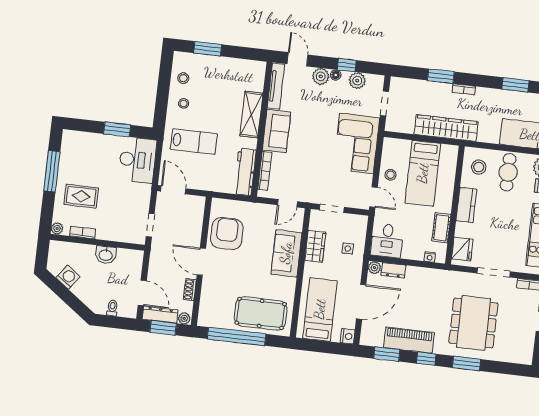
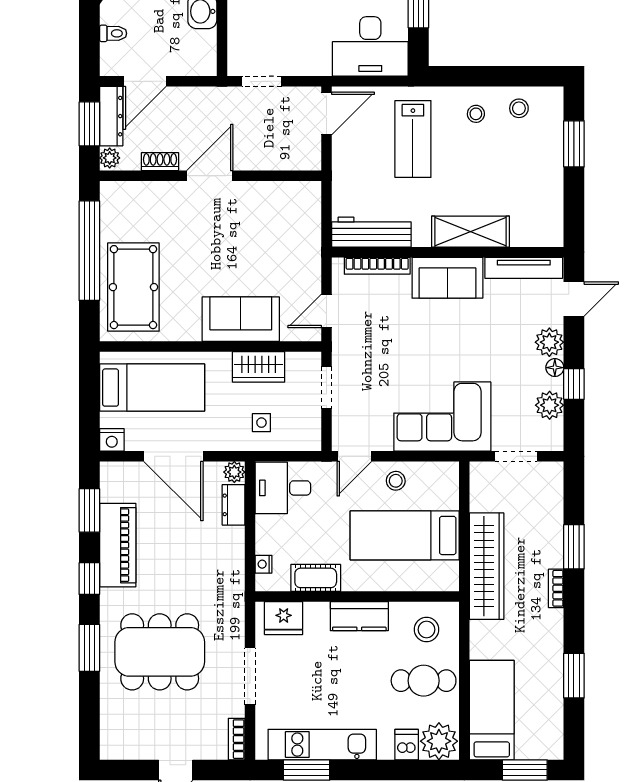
door: (288, 203) -> (327, 311), hinge flipped
armchair: (227, 234) -> (263, 214), removed

